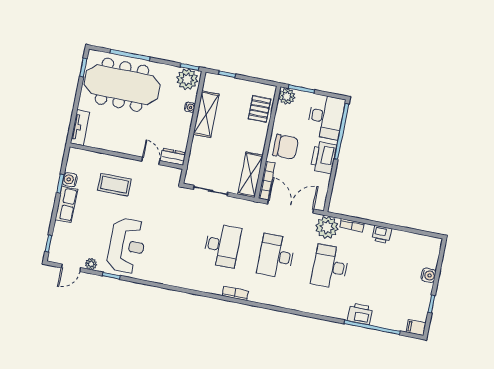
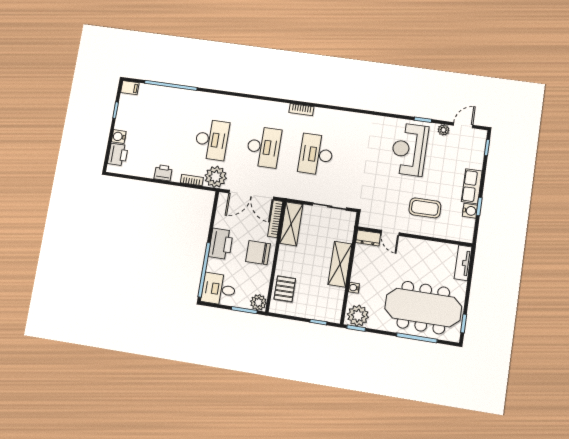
shelving: (206, 114) -> (340, 264), moved
desk: (326, 117) -> (219, 289), width x0.73
printer: (360, 314) -> (118, 155), moved, turned -90

